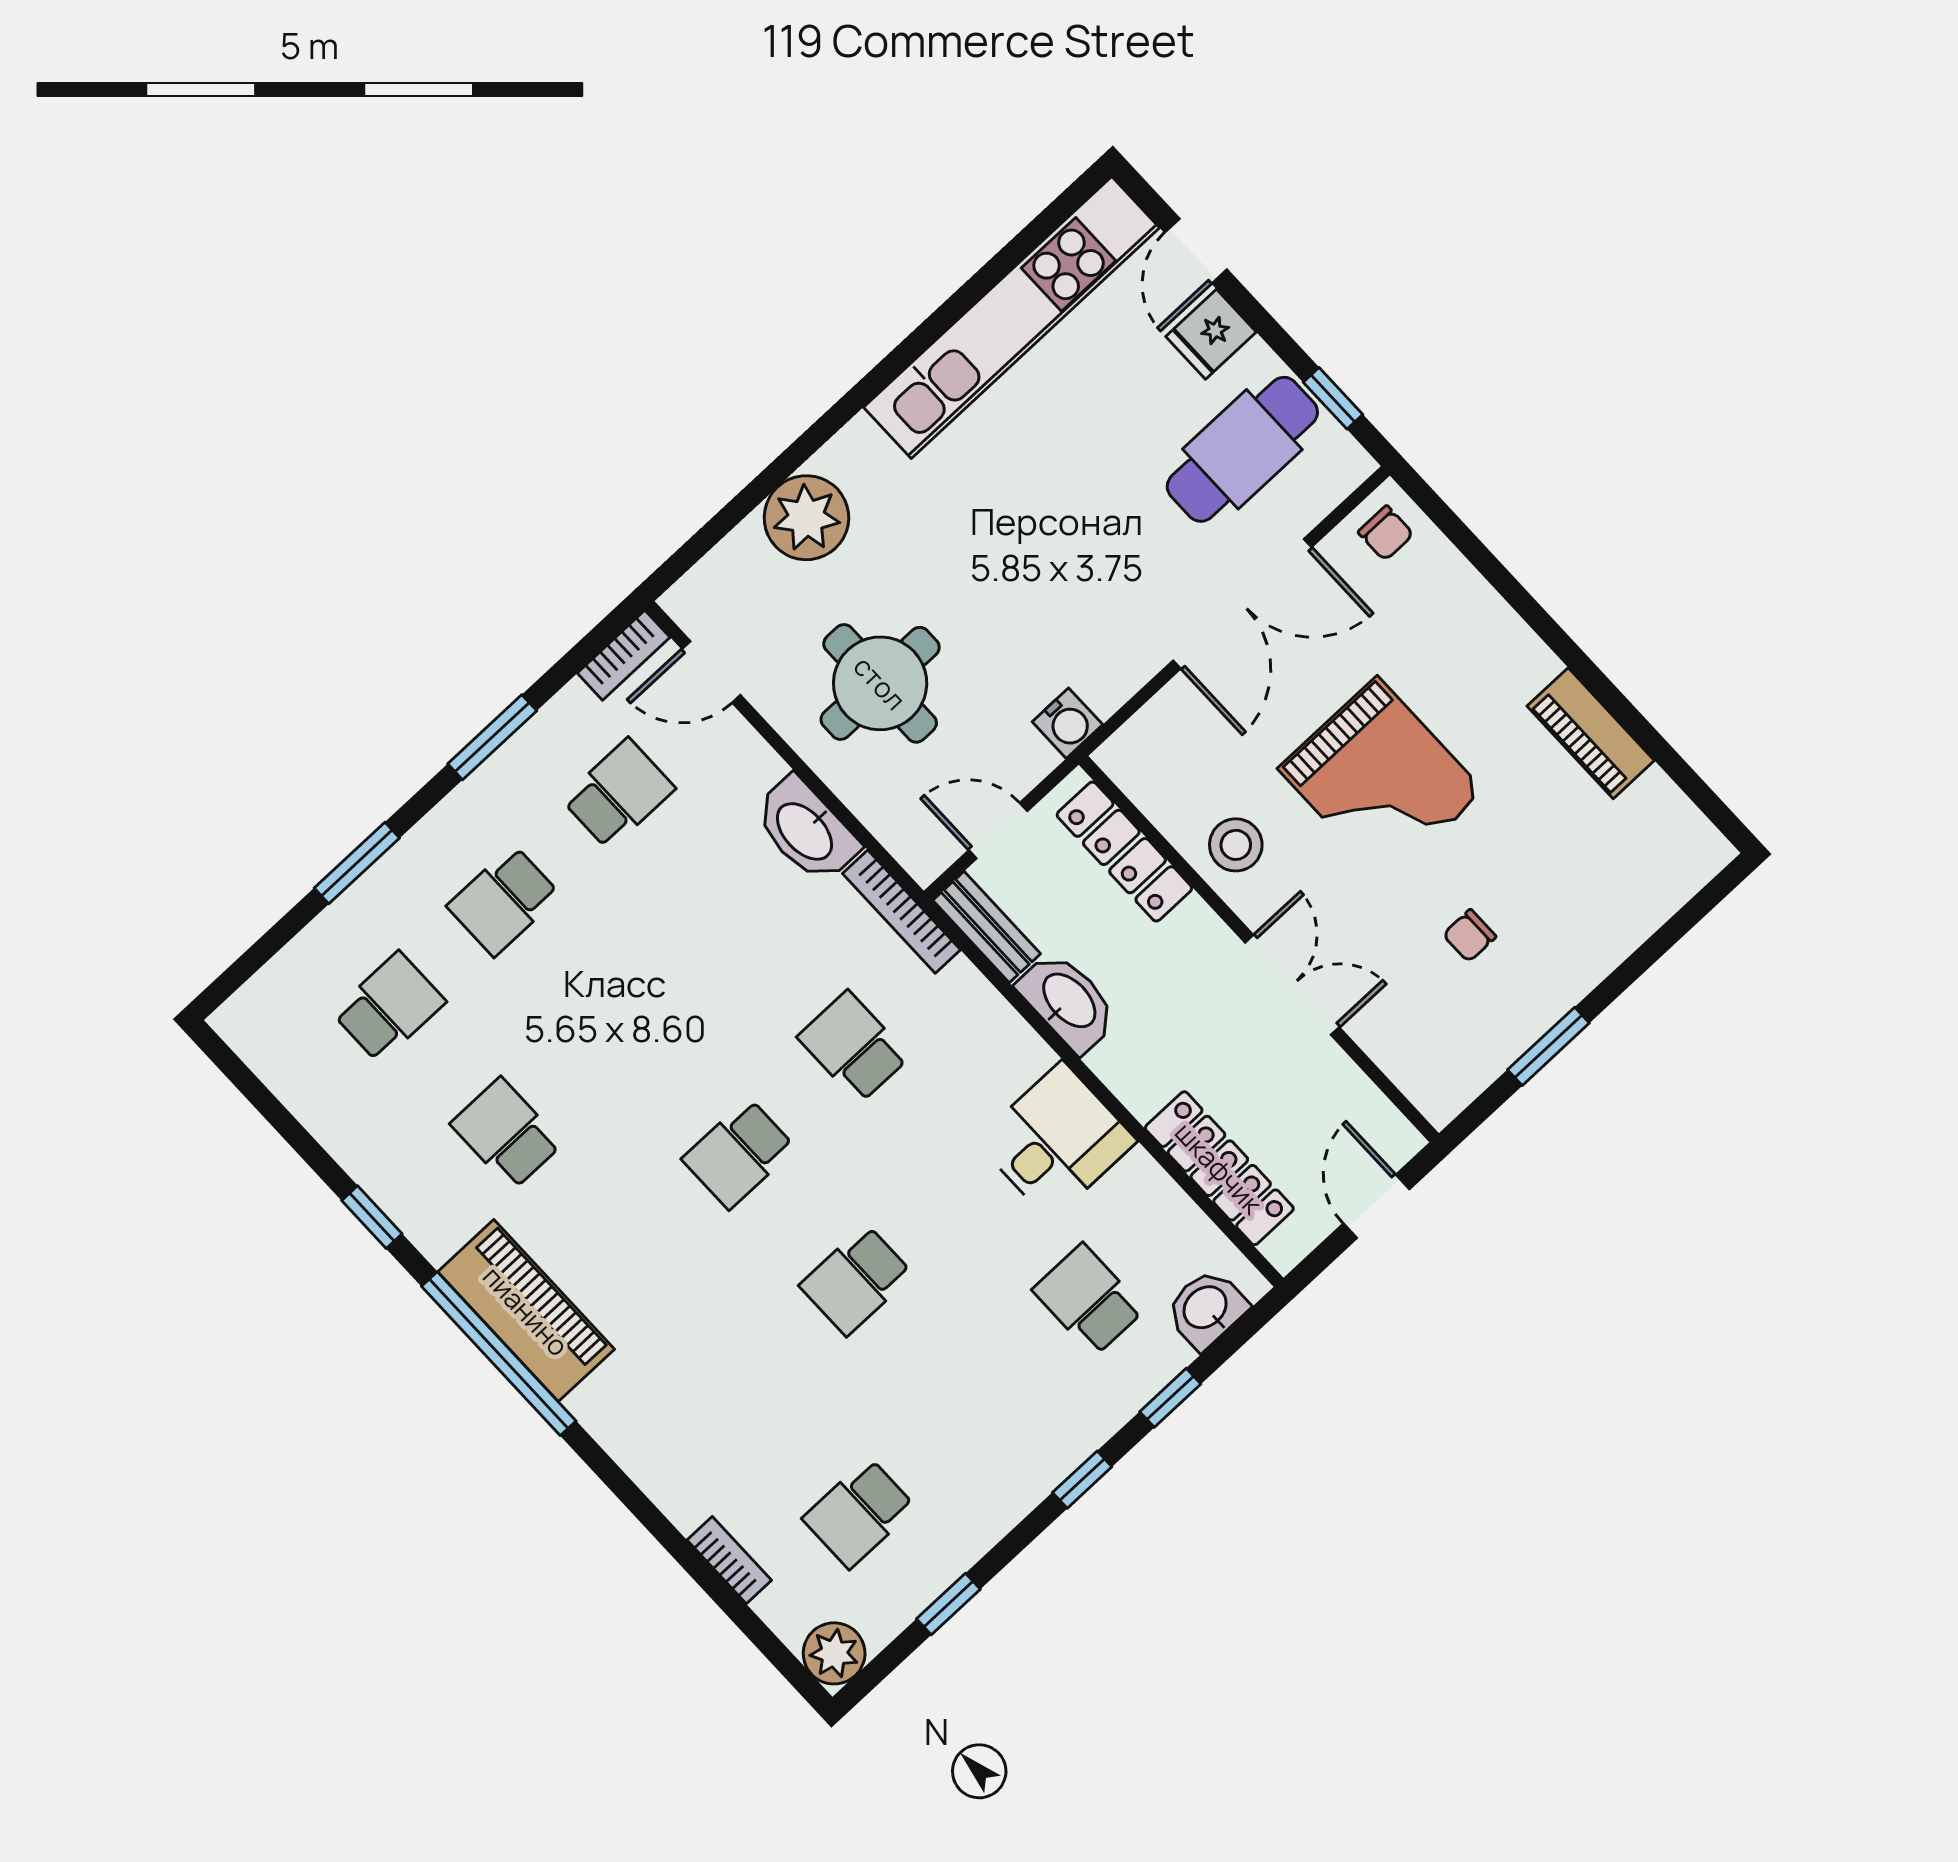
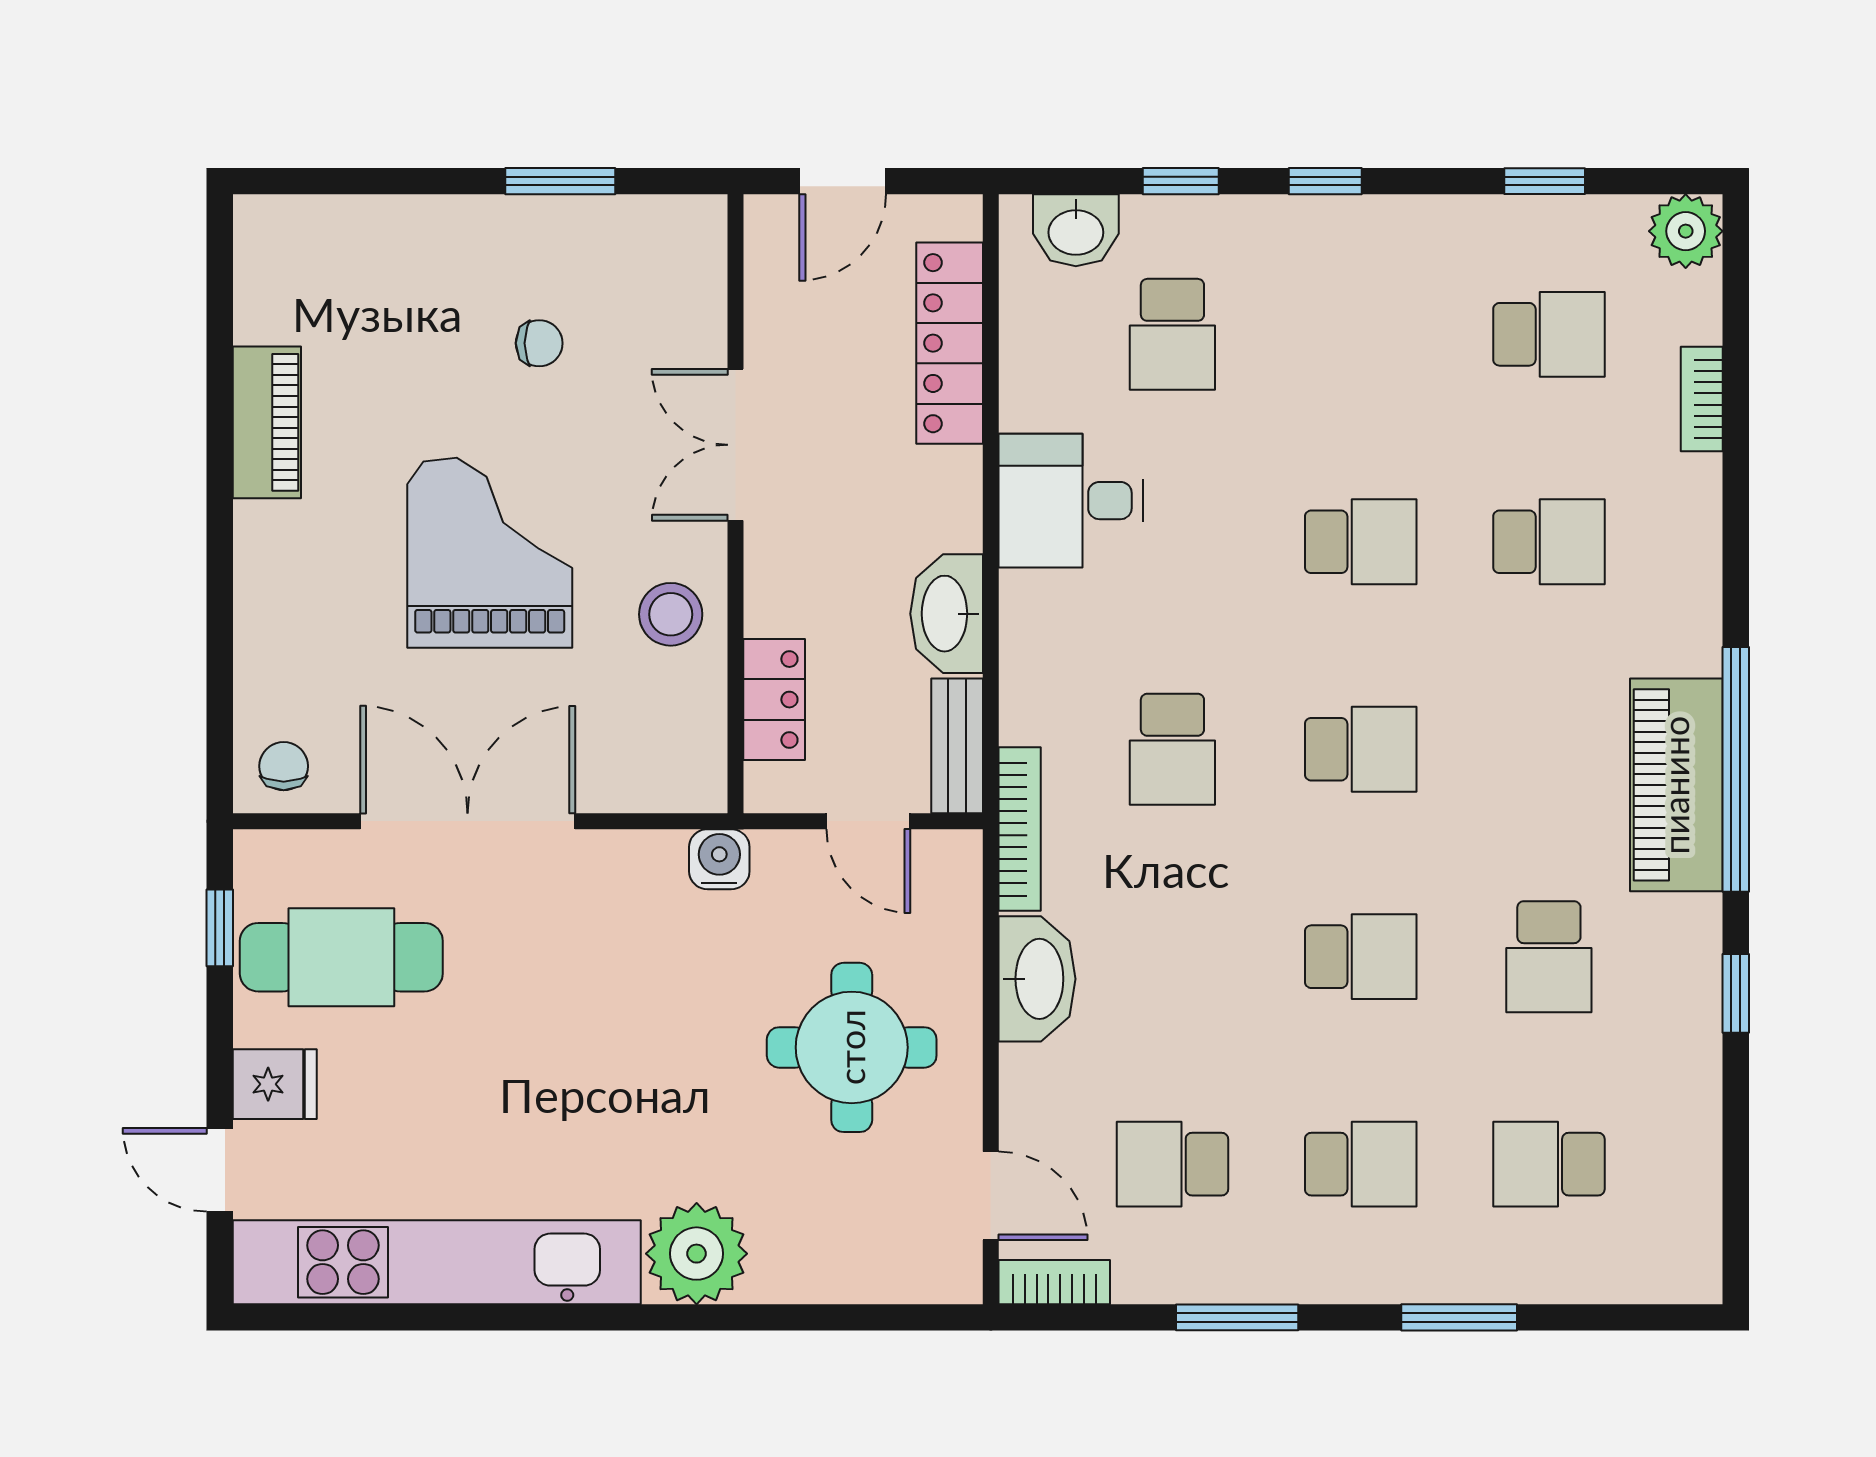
door: (1196, 251) -> (220, 1170), swing flipped
plant: (806, 518) -> (697, 1254), moved
locker: (1124, 852) -> (774, 700), width x0.66
school desk: (621, 1027) -> (1361, 957), added
school desk: (742, 1387) -> (1549, 542), added

